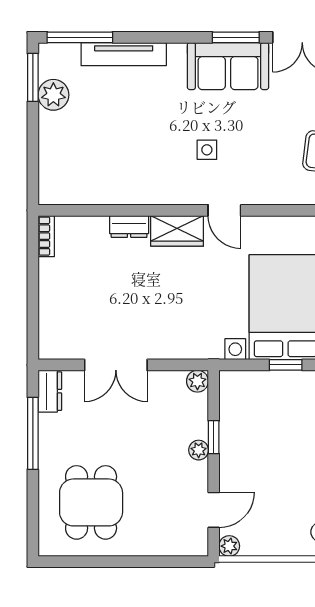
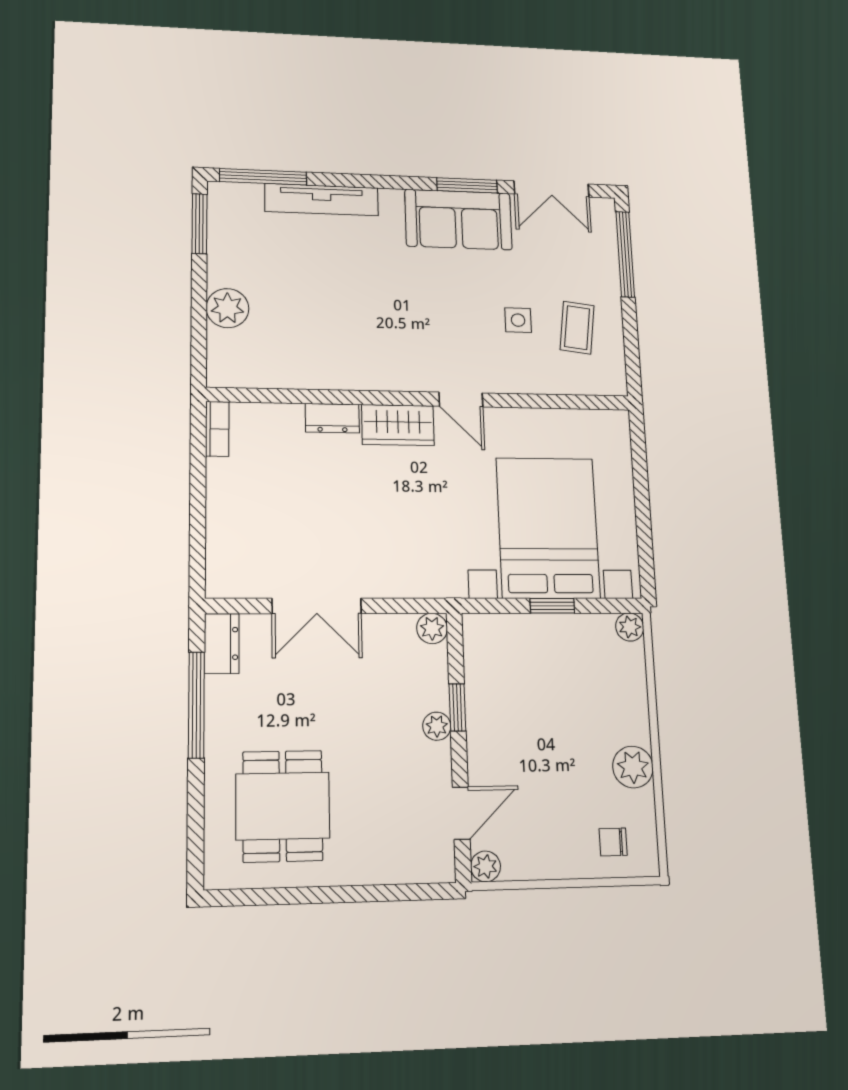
plant: (53, 95) -> (227, 308), moved
side table: (207, 150) -> (518, 320), moved

